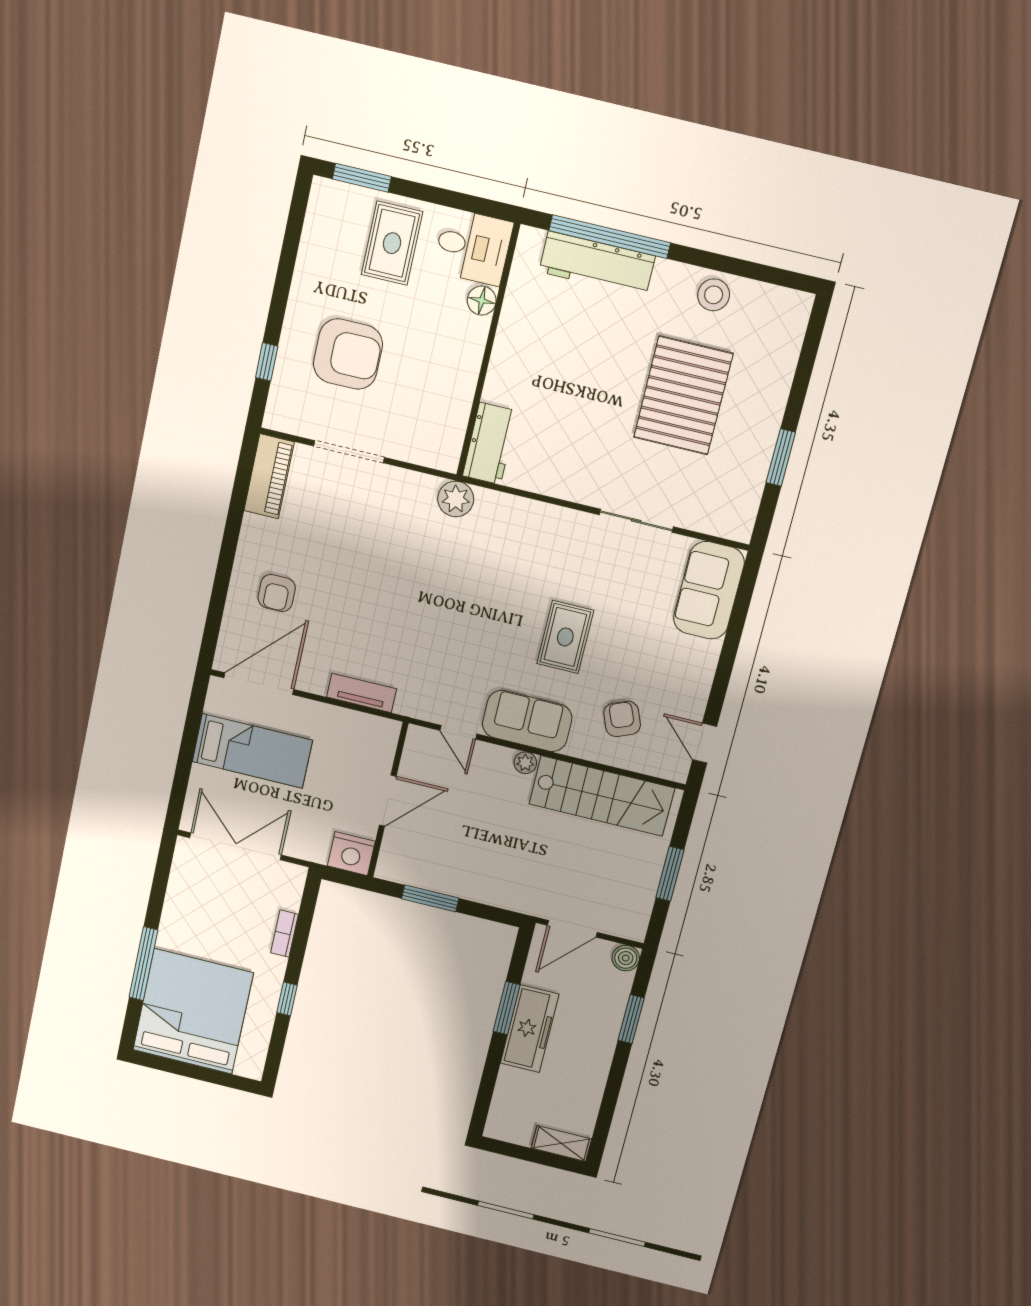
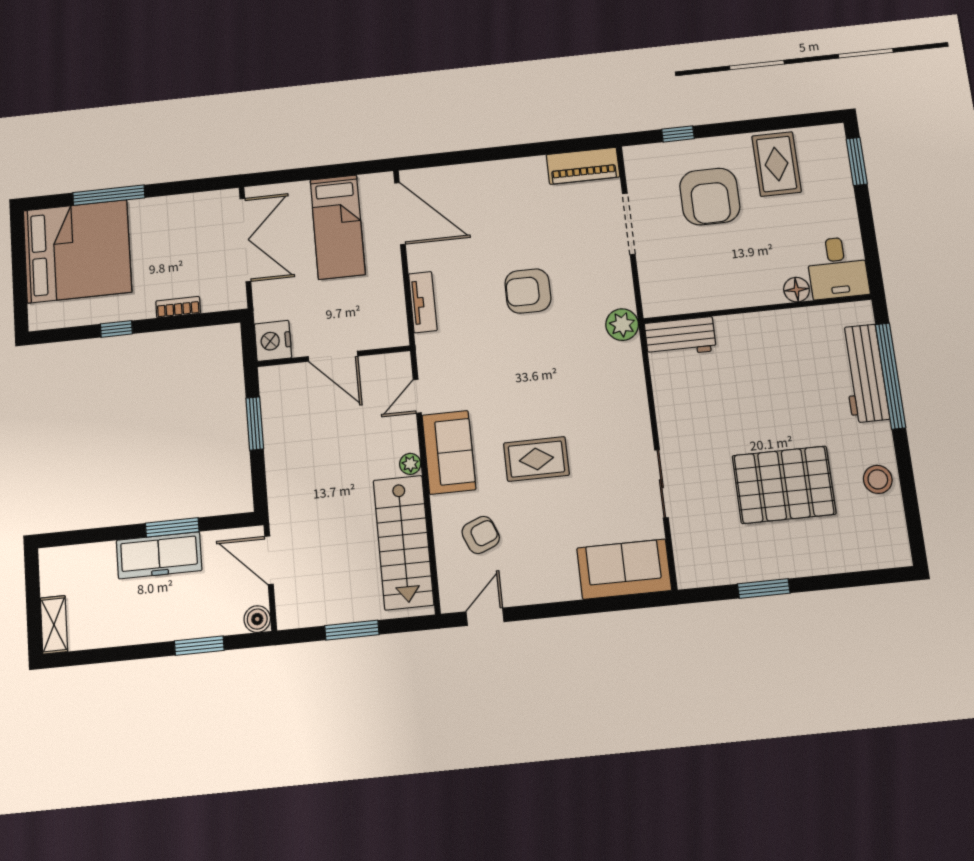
rug: (392, 243) -> (777, 164), moved, turned 90
armchair: (277, 593) -> (528, 291), moved, width x1.38, depth x1.38

